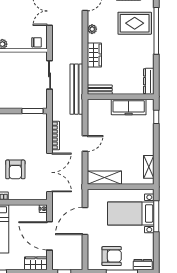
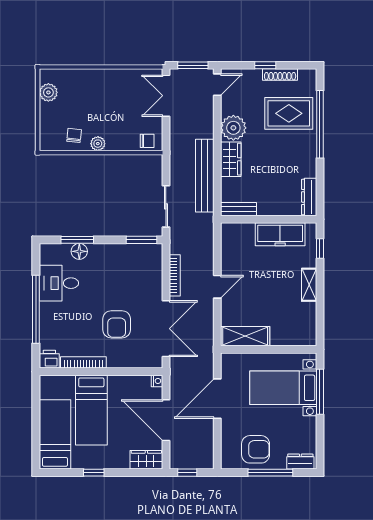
plant: (92, 29) -> (233, 128), width x1.87, depth x1.87
sliding door: (50, 75) -> (166, 206), moved
bench: (76, 89) -> (205, 176), moved
shelving: (149, 167) -> (309, 285), moved

